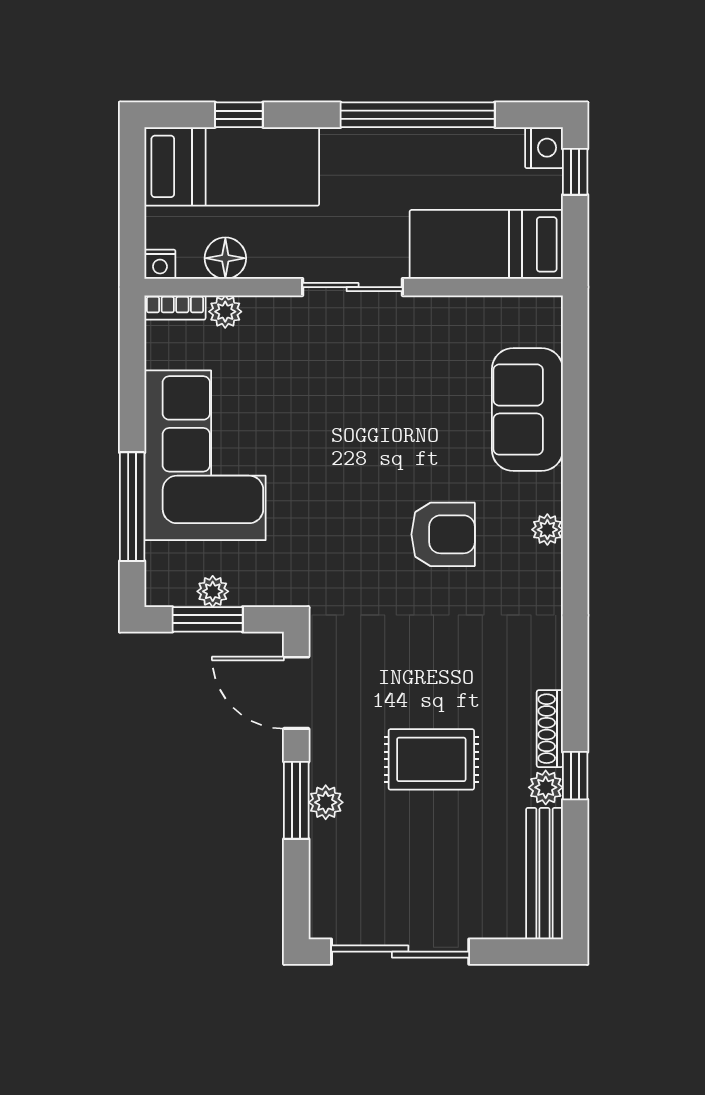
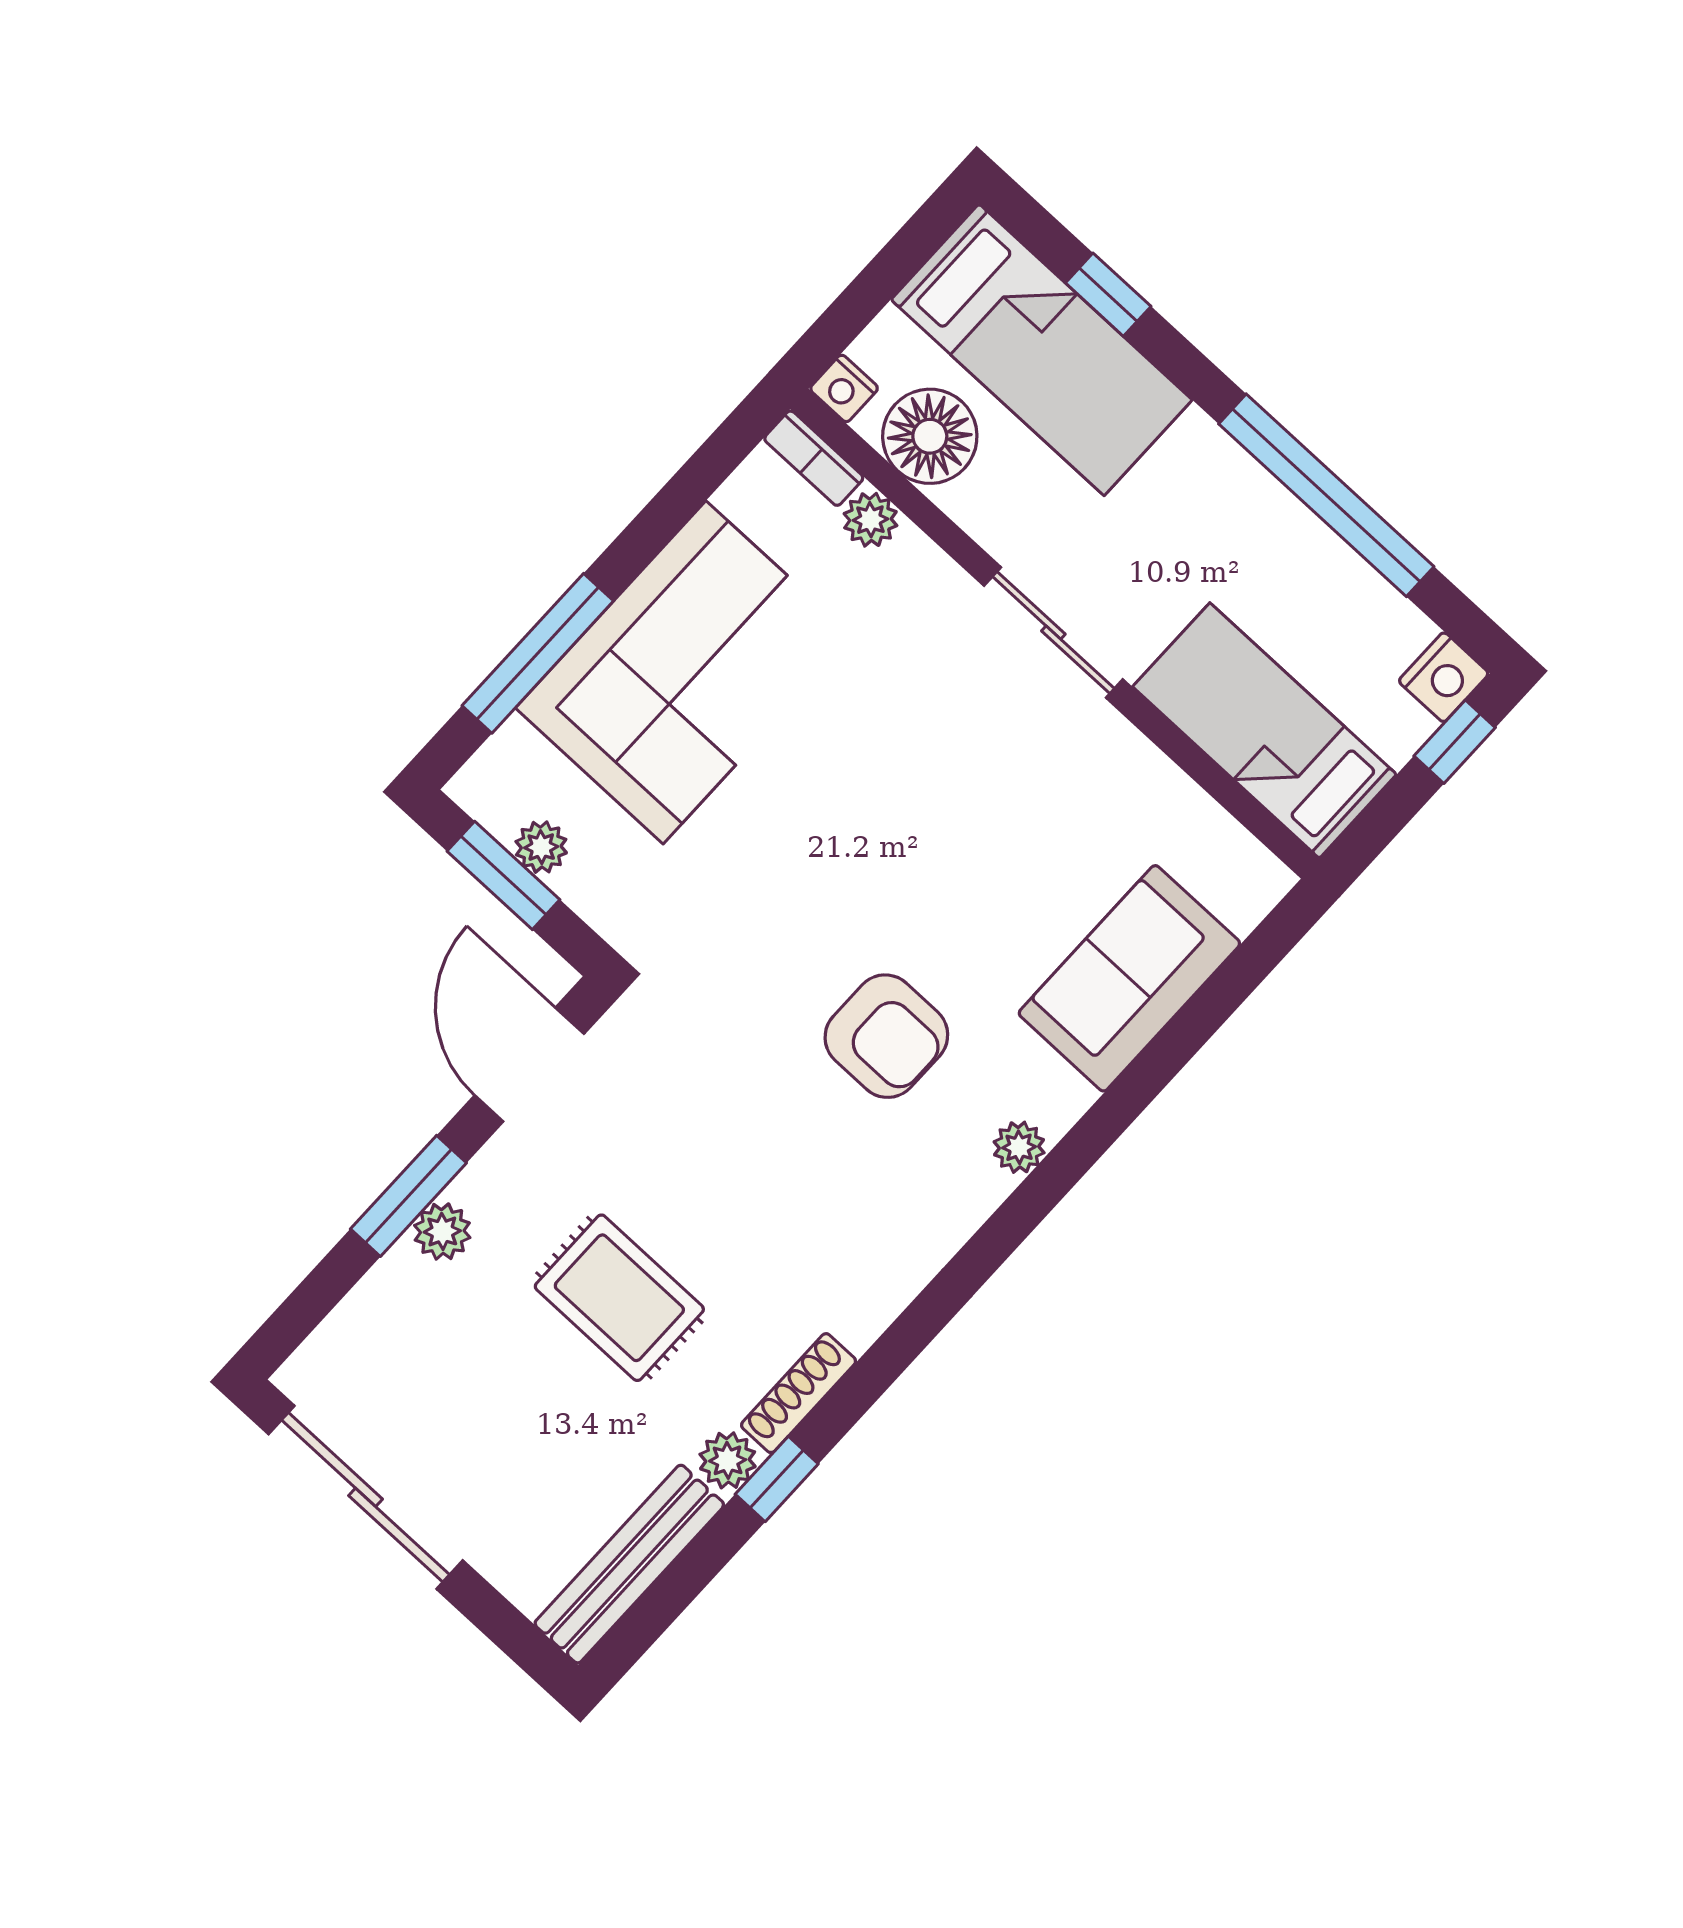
floor lamp: (225, 258) -> (930, 436), width x1.38, depth x1.38

